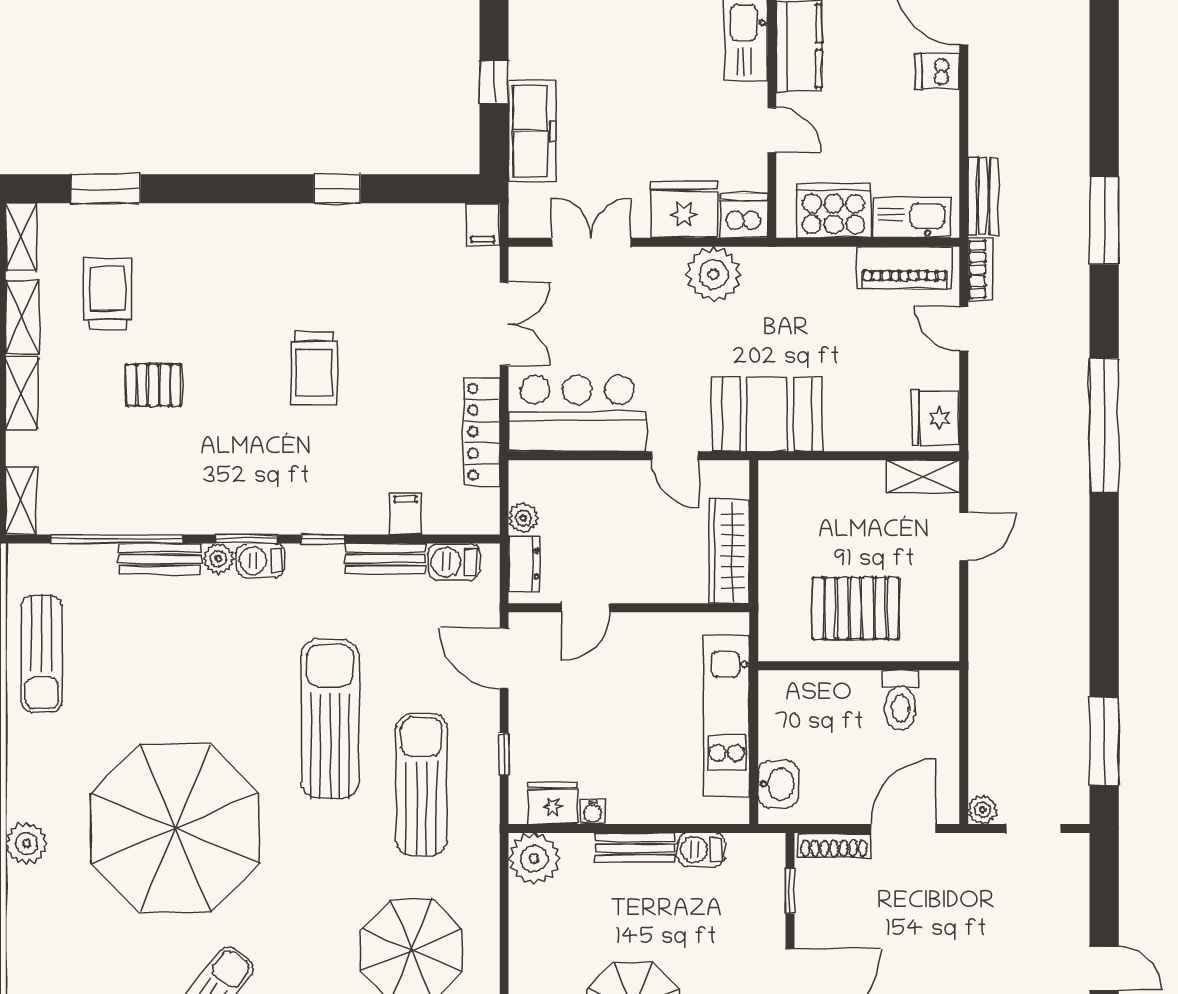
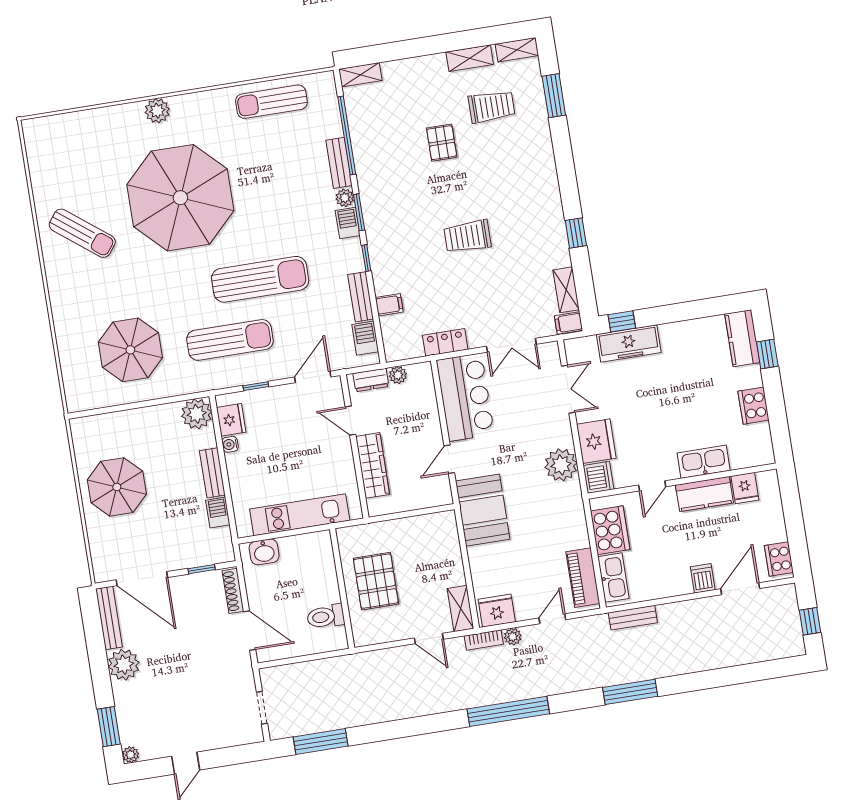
window: (494, 82) -> (622, 321), moved
bookcase: (980, 269) -> (484, 640), moved
shelving: (22, 393) -> (566, 290), moved, turned 90
locker: (482, 432) -> (445, 342), width x0.66
wardrobe: (729, 551) -> (373, 465), moved, turned 90
plant: (982, 810) -> (513, 637), moved

